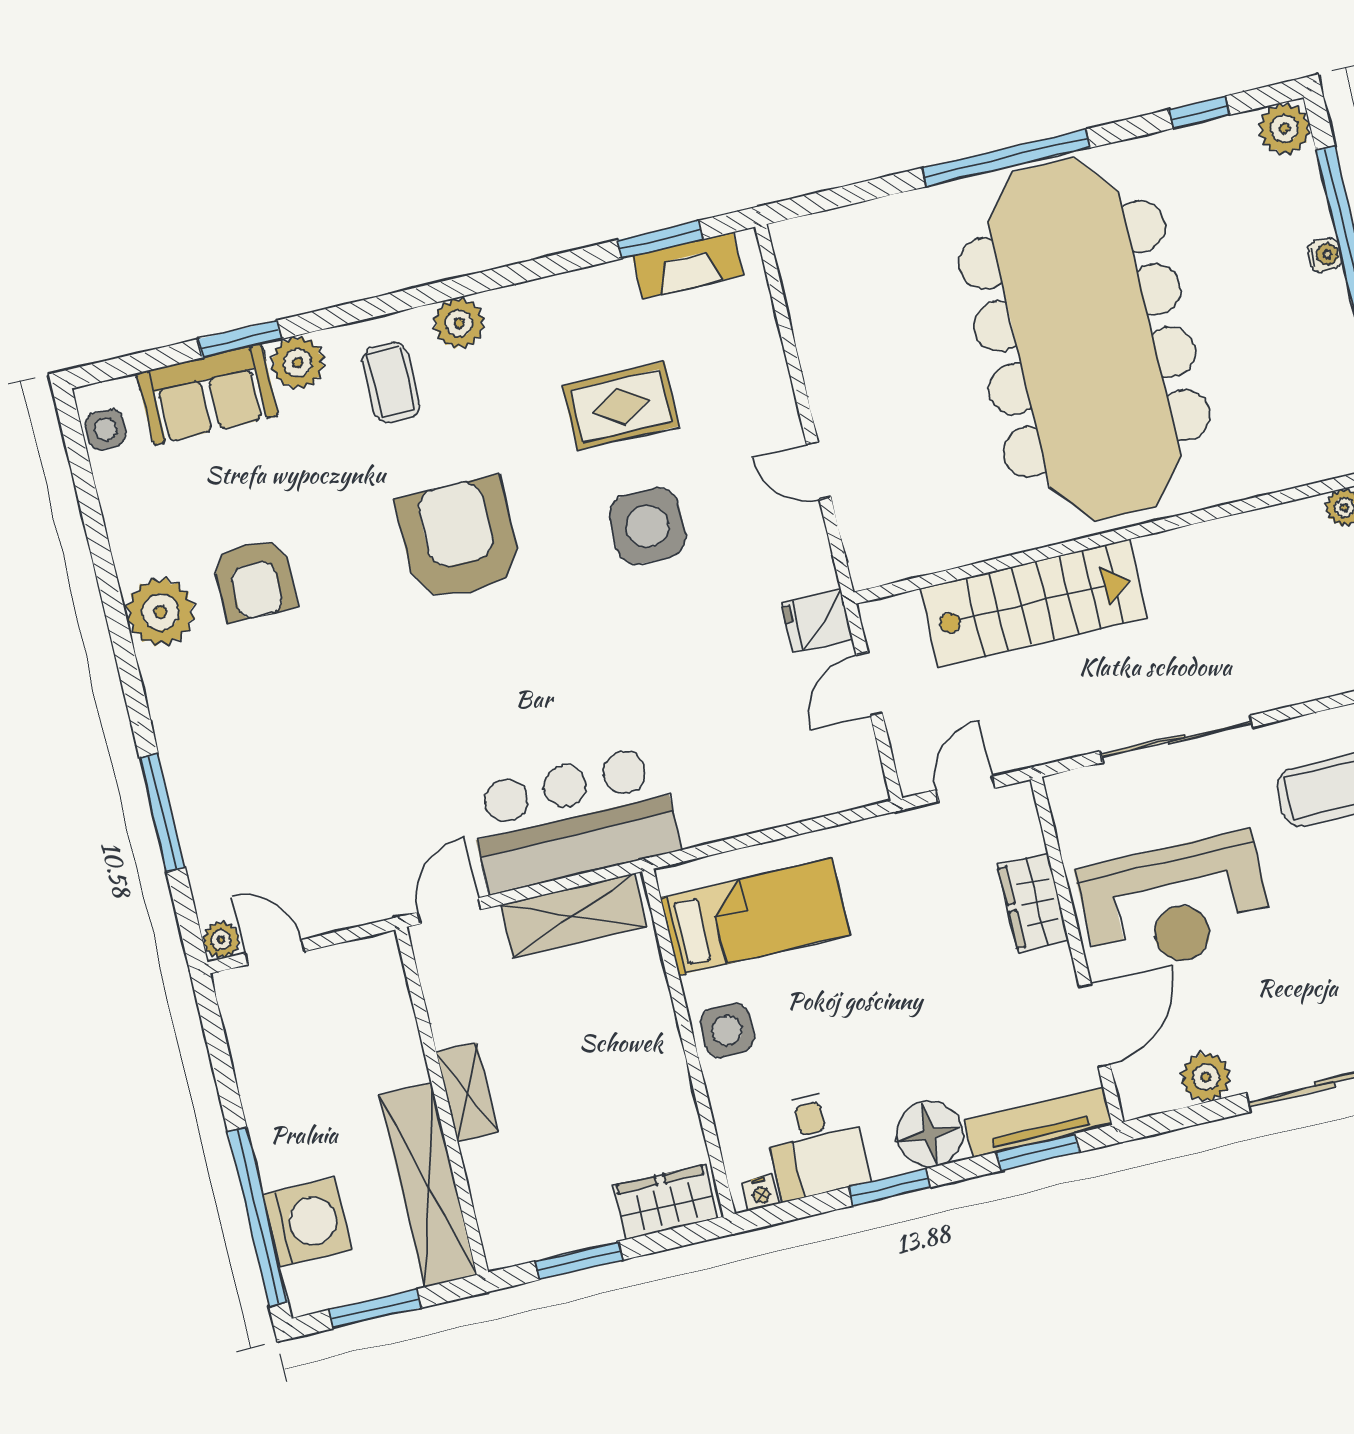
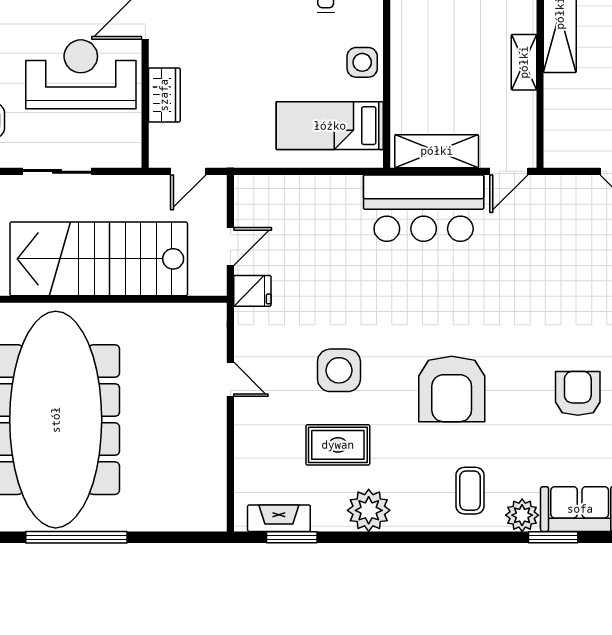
plant: (459, 323) -> (369, 510), moved, width x1.36, depth x1.36
stairs: (1034, 603) -> (99, 259), width x1.36, depth x1.51
sliding door: (1177, 739) -> (57, 171), width x0.73

